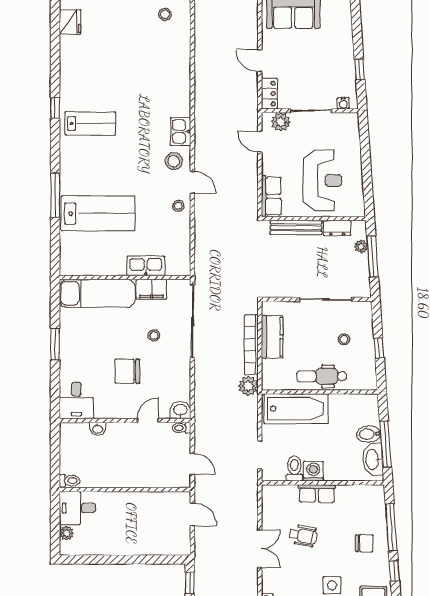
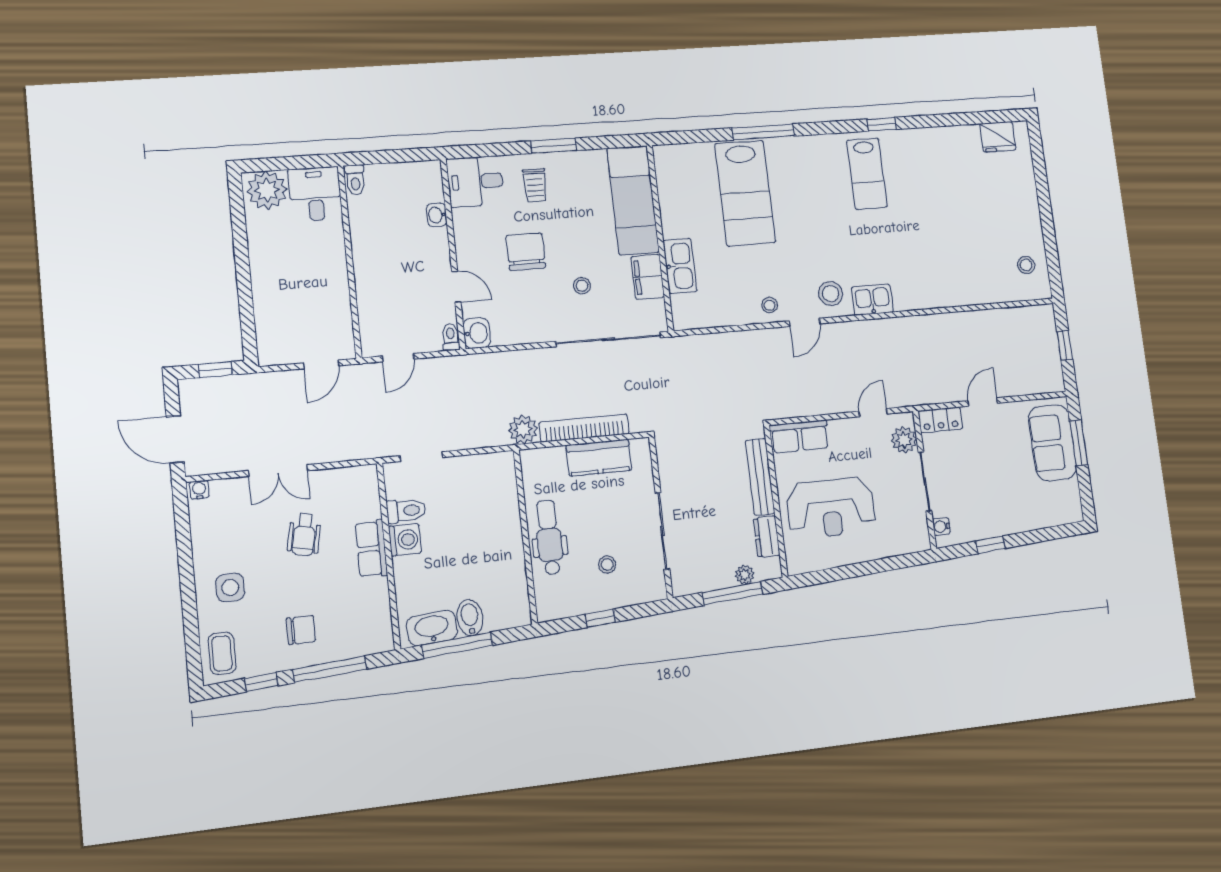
trolley: (82, 360) -> (535, 185), added
bathtub: (296, 409) -> (497, 504), removed
plant: (66, 533) -> (267, 190), width x1.88, depth x1.88
chair: (364, 543) -> (301, 630), turned -90

